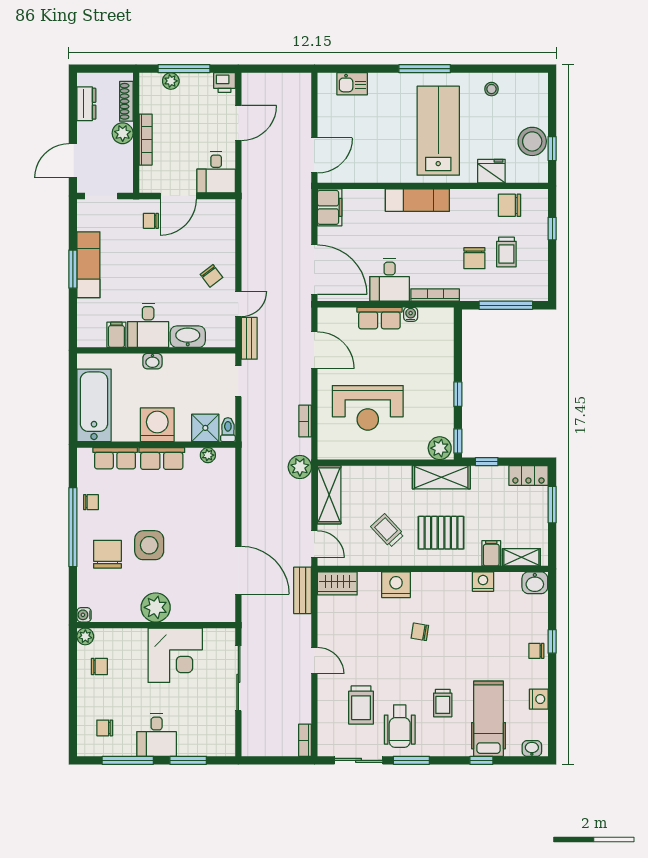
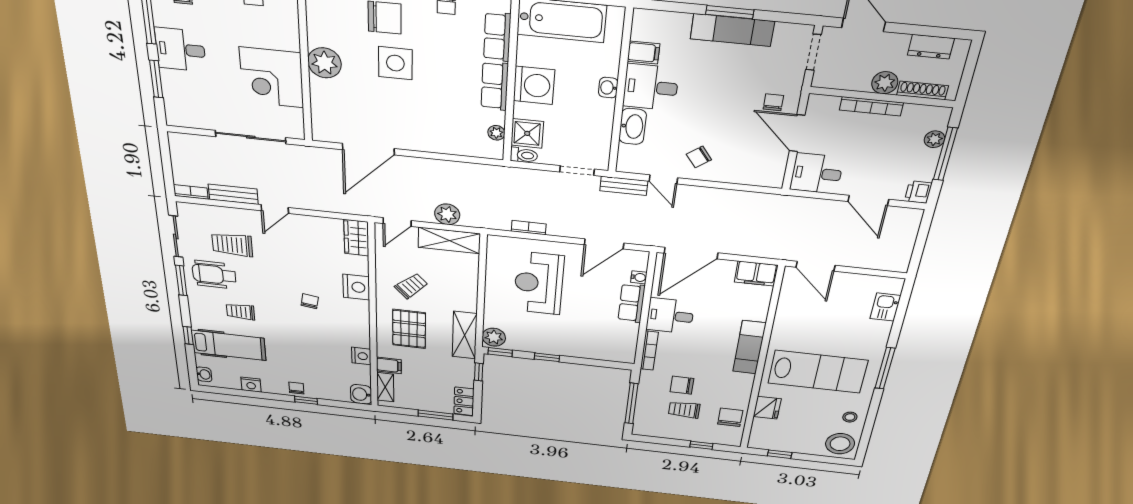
stool: (532, 141) -> (840, 444), moved
water cooler: (411, 314) -> (639, 277), moved
plant: (300, 467) -> (447, 214), moved
bench: (303, 590) -> (233, 194), moved

